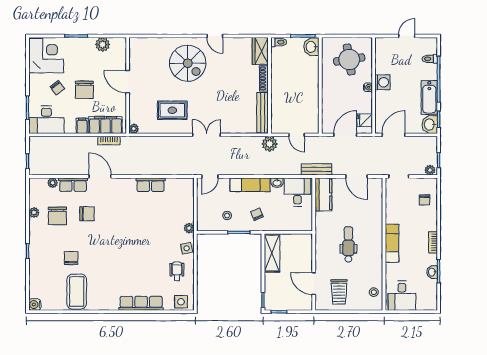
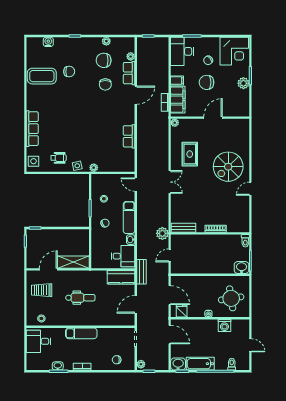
plant: (103, 44) -> (243, 83), moved
wardrobe: (260, 51) -> (238, 226), removed
washing machine: (382, 82) -> (224, 325), moved
bench: (263, 113) -> (183, 228), width x0.73
shelving: (272, 253) -> (73, 262), moved
water cooler: (35, 305) -> (48, 42), moved

